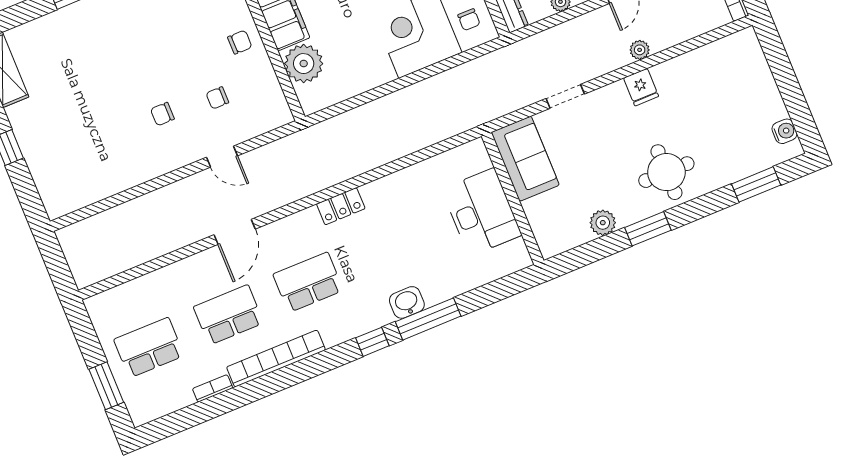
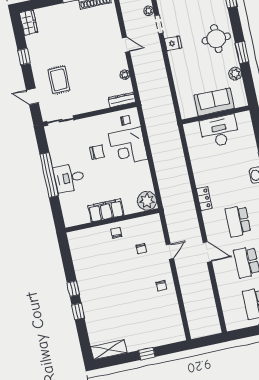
plant: (640, 50) -> (149, 11), moved
plant: (304, 64) -> (147, 201), moved
doorway: (565, 96) -> (159, 24), moved
chair: (162, 114) -> (161, 286), moved
sofa: (525, 159) -> (214, 102), moved

